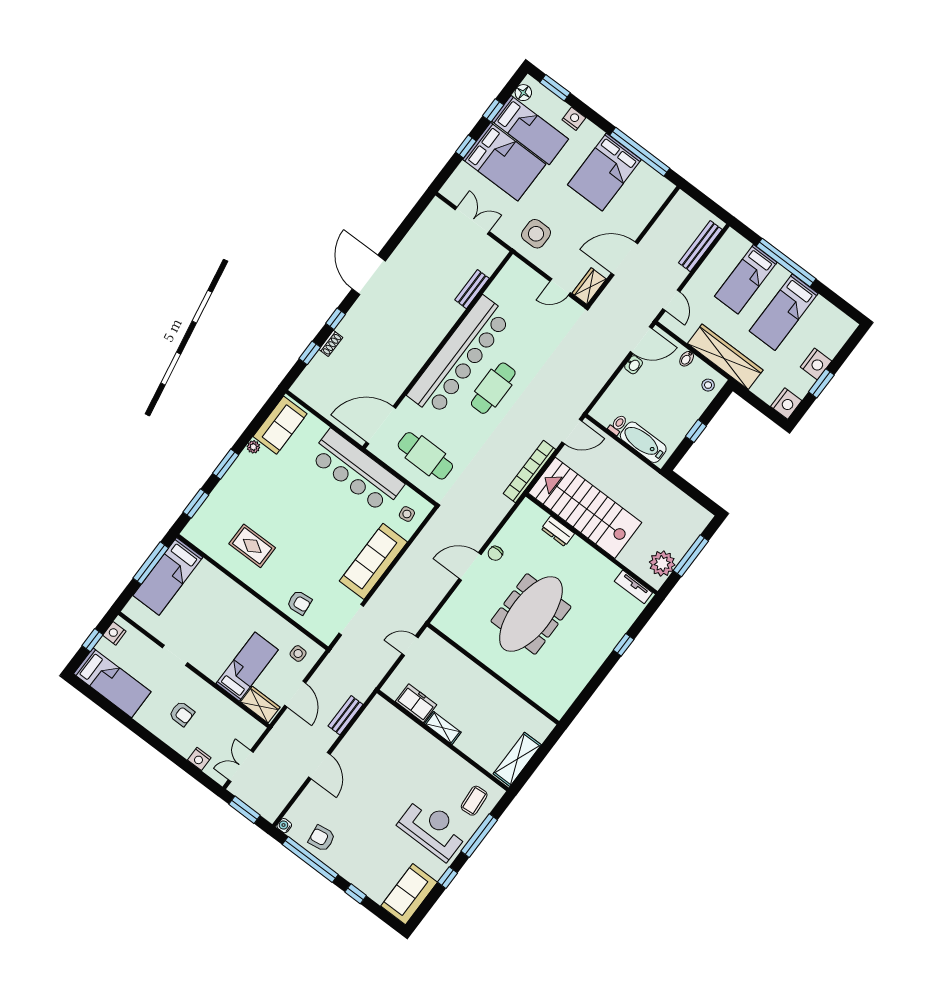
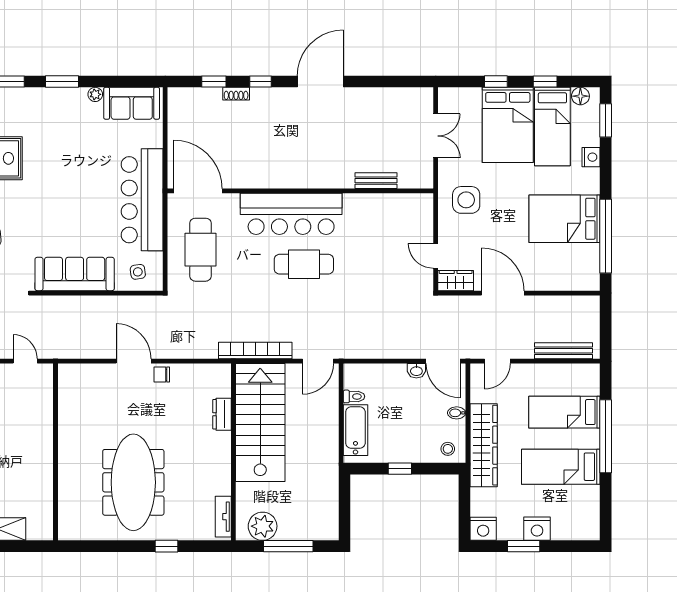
bar counter: (459, 356) -> (291, 214), width x0.73
door: (572, 432) -> (318, 361), hinge flipped
meeting table: (531, 614) -> (133, 482), moved, turned 90

